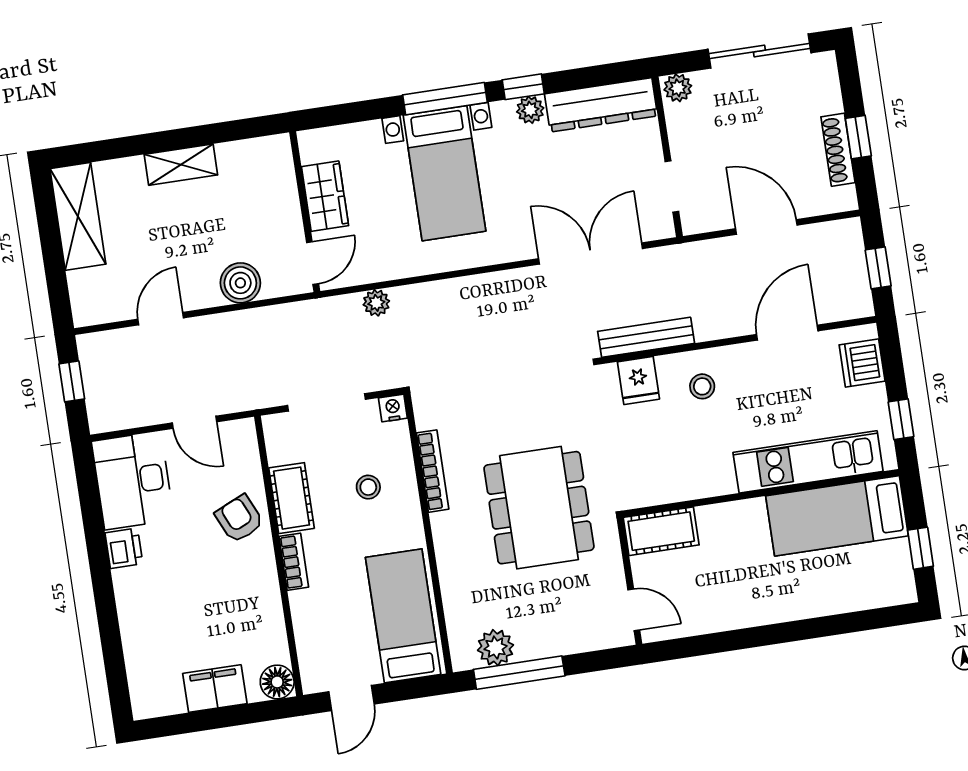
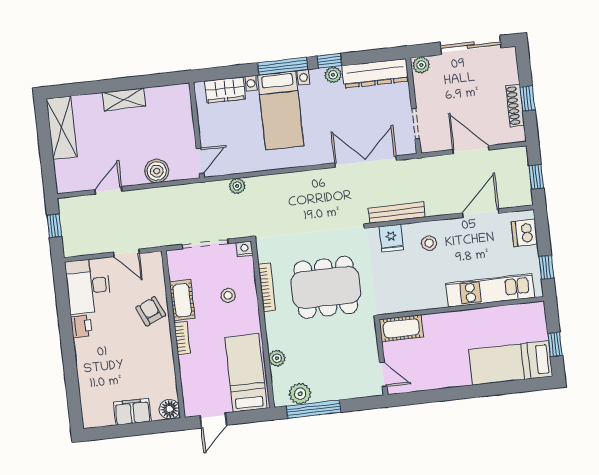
wardrobe: (325, 196) -> (225, 90), moved, turned 90
dining table: (539, 508) -> (326, 287), moved, turned 90
bed: (837, 516) -> (511, 363), moved
plant: (454, 589) -> (277, 358), added

